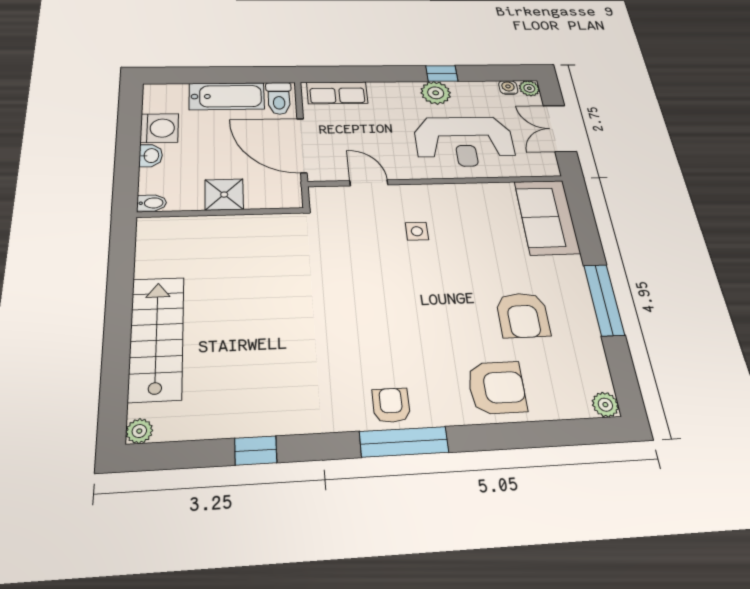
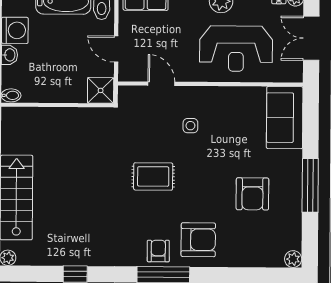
door: (302, 145) -> (116, 49), width x0.53
shower: (224, 195) -> (101, 90), moved
rug: (371, 299) -> (153, 176), added
armchair: (497, 388) -> (198, 240), moved

